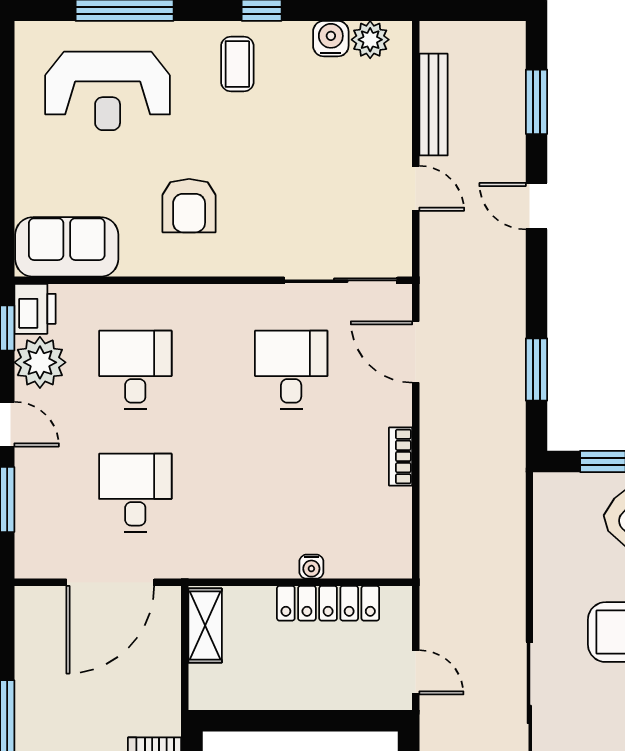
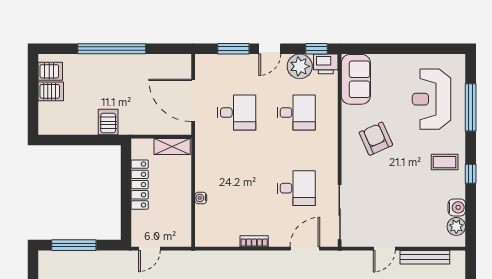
armchair: (189, 206) -> (376, 139), turned 66
locker: (328, 603) -> (140, 185), moved, turned 180

